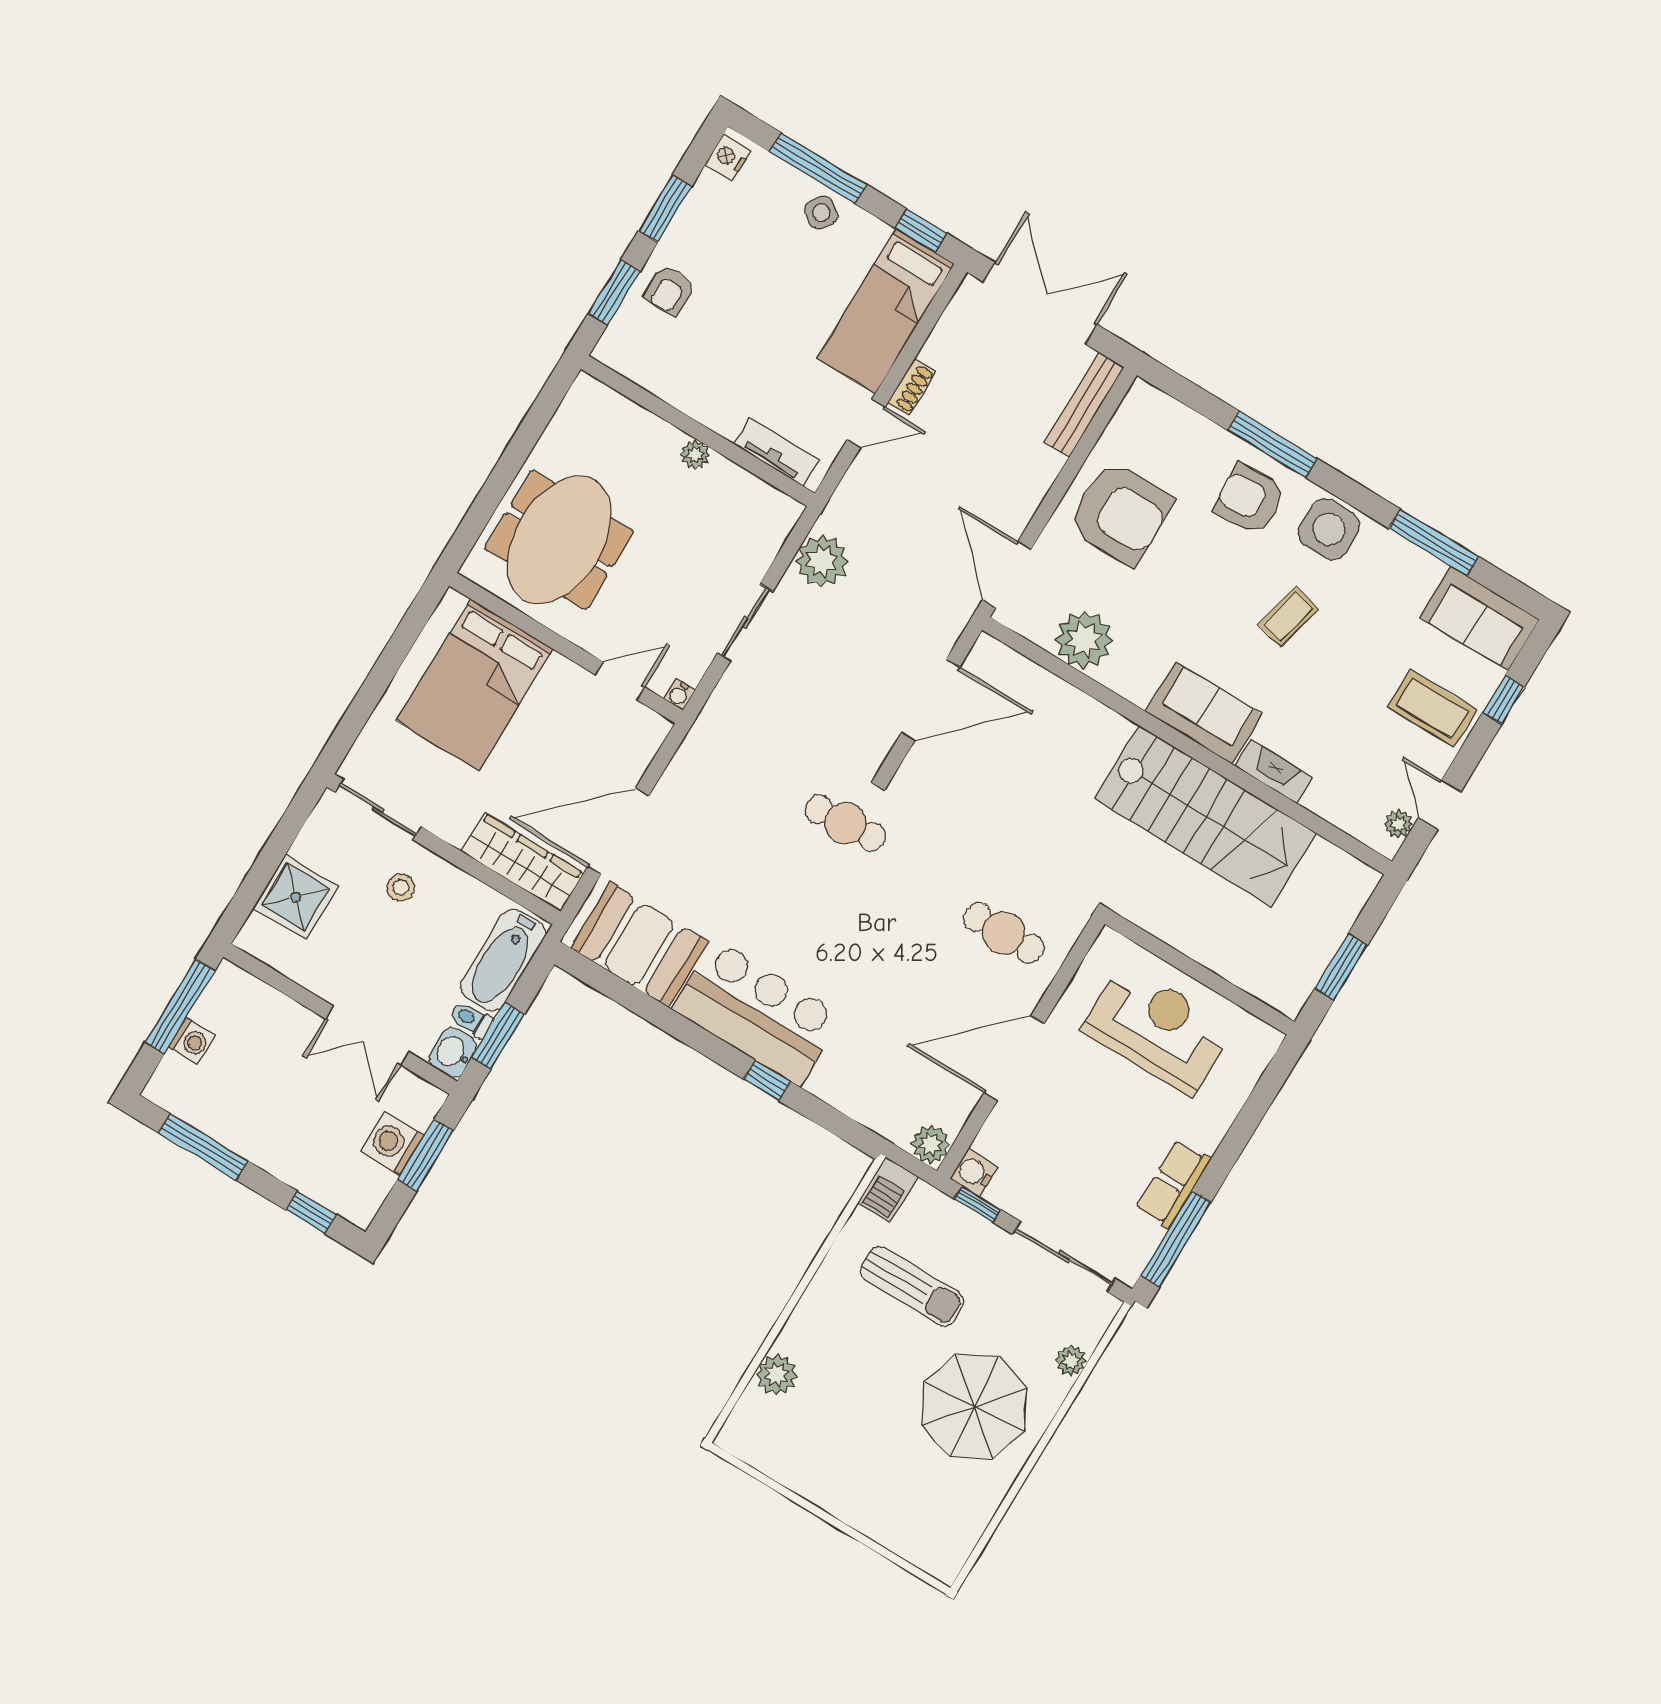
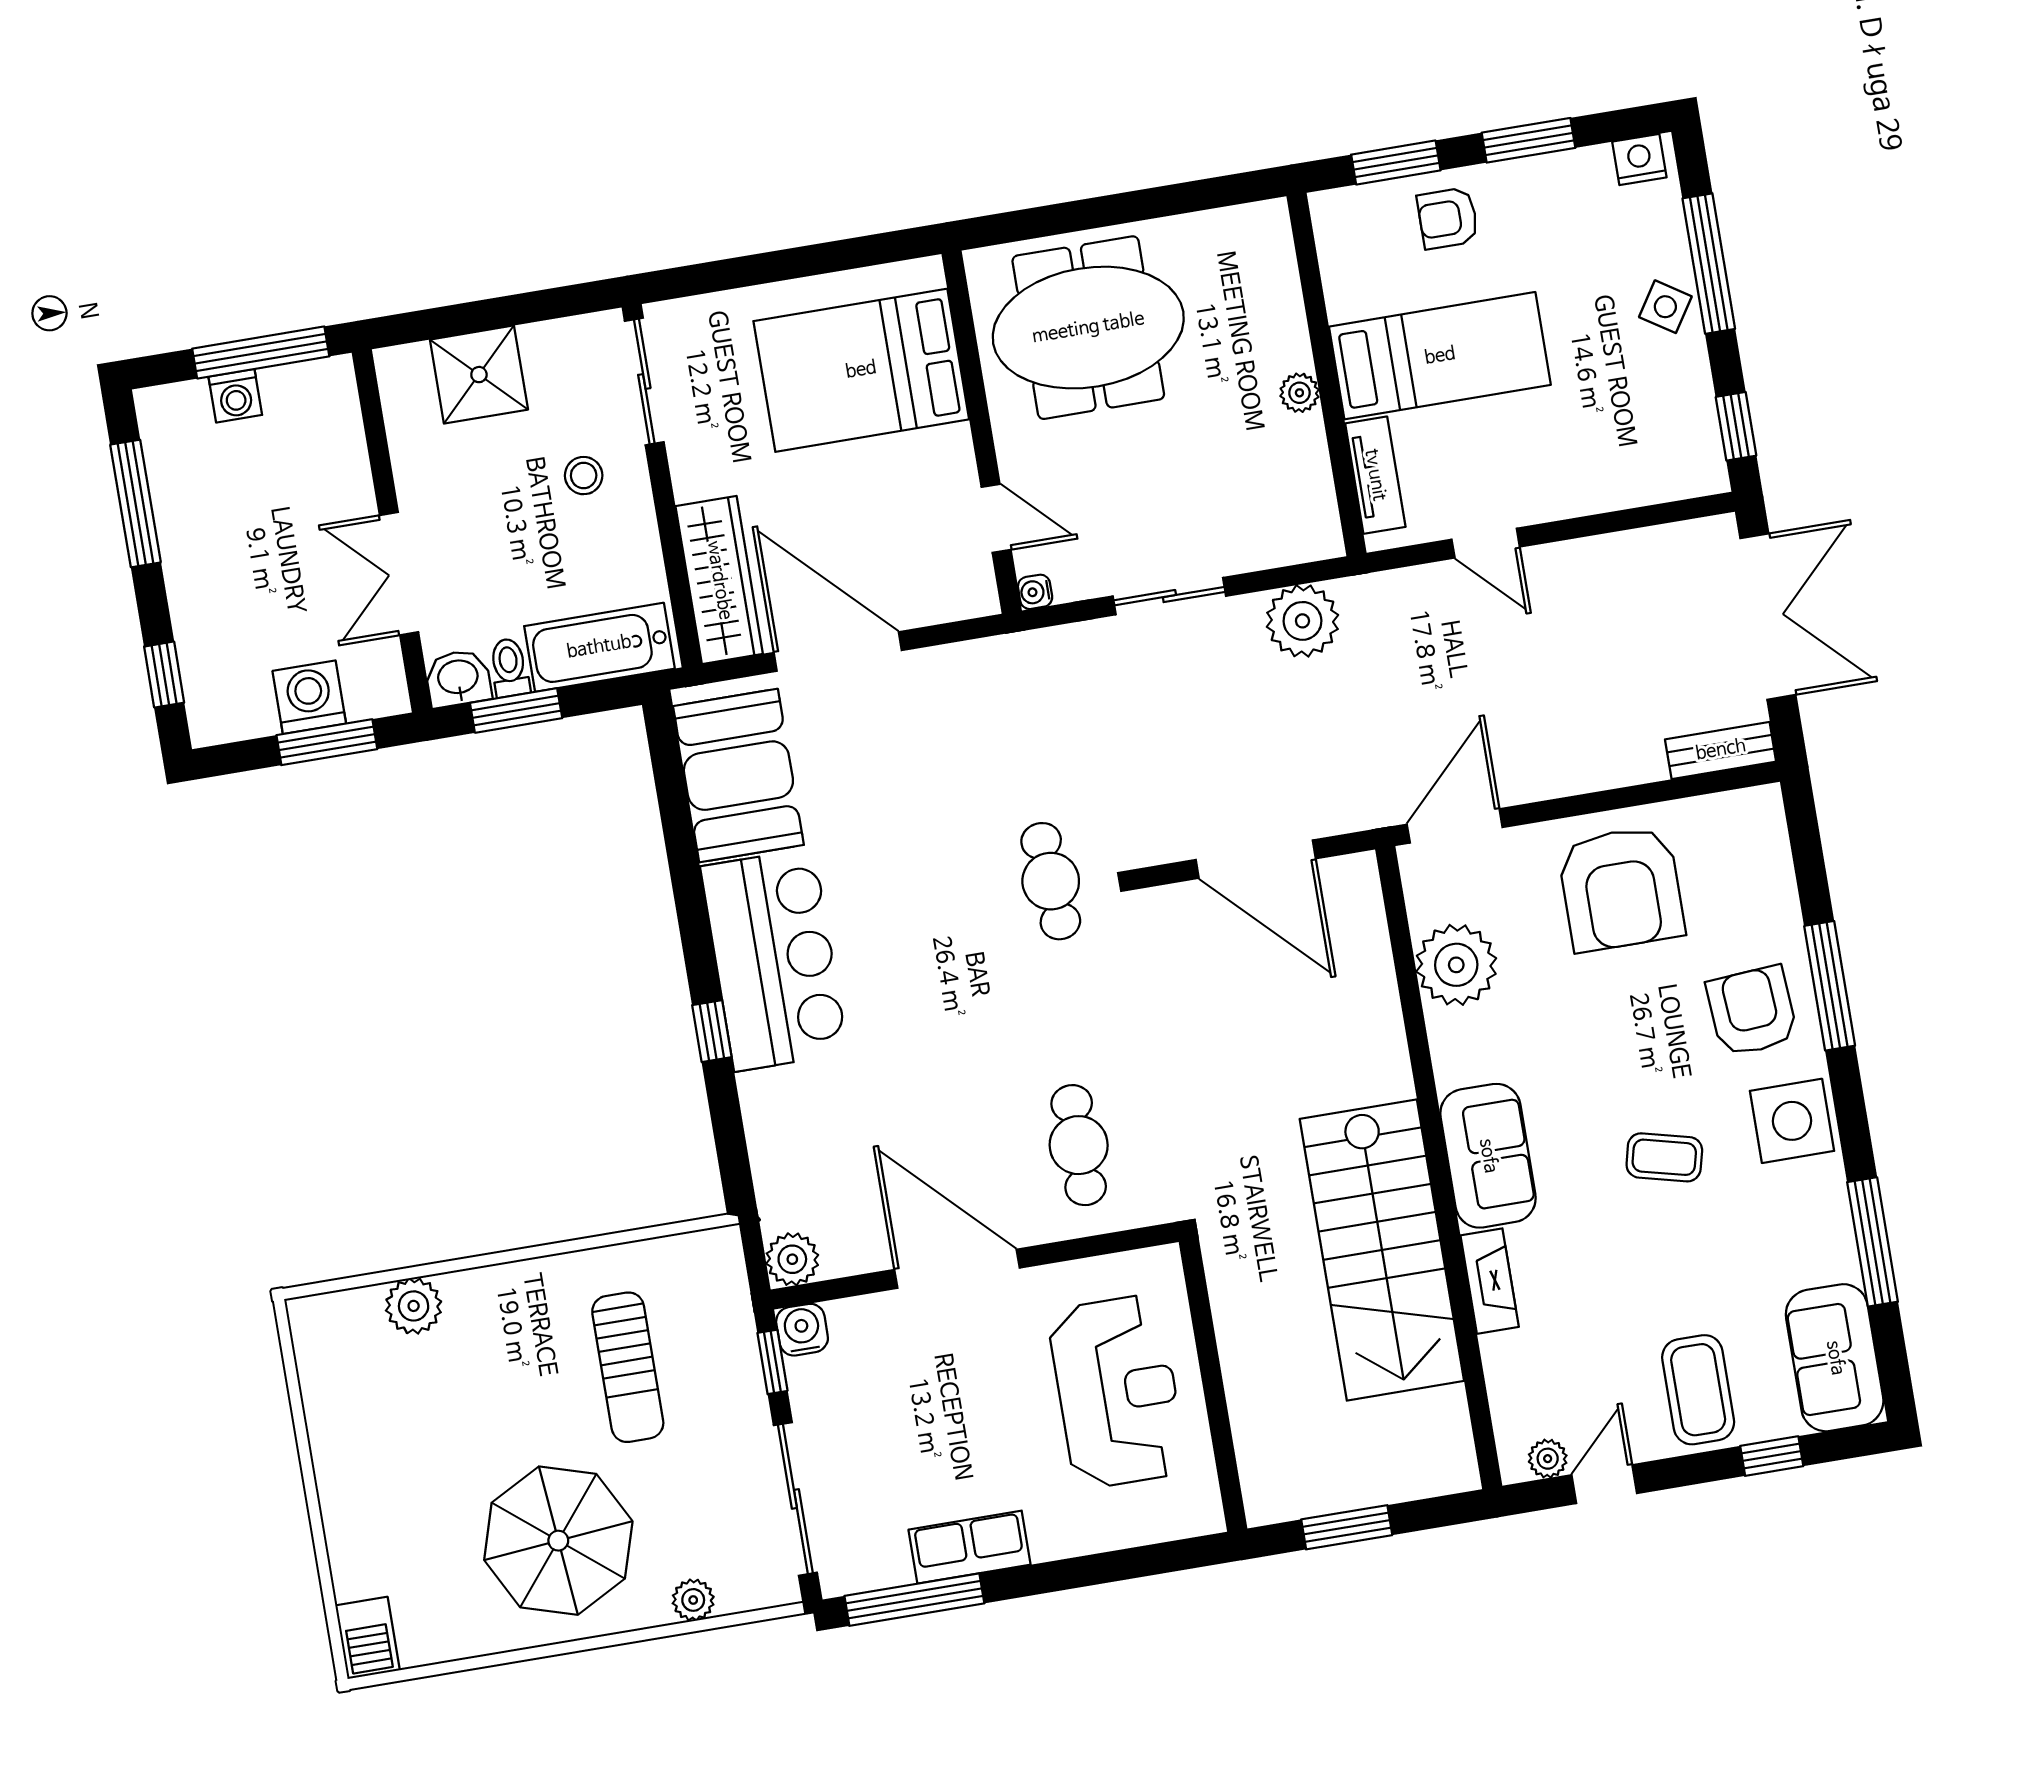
bed: (886, 311) -> (1440, 356), moved, turned 180
shoe rack: (912, 387) -> (1565, 558), removed
bench: (1084, 405) -> (1721, 750), width x0.73
barbecue: (888, 1190) -> (368, 1638), moved, turned -90

